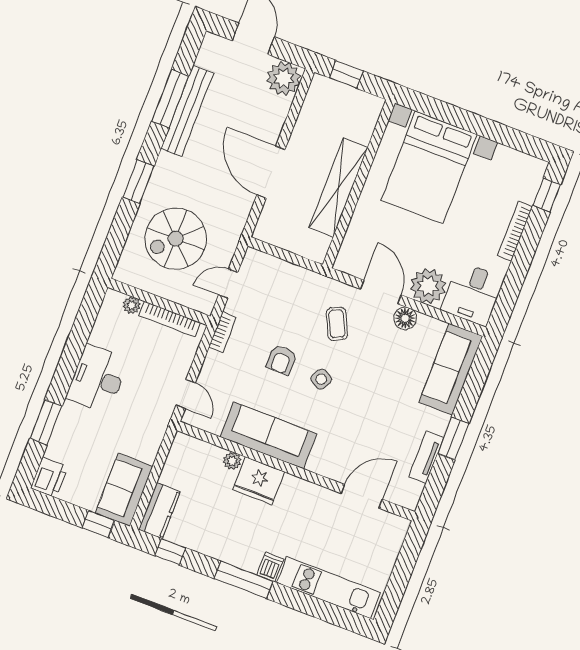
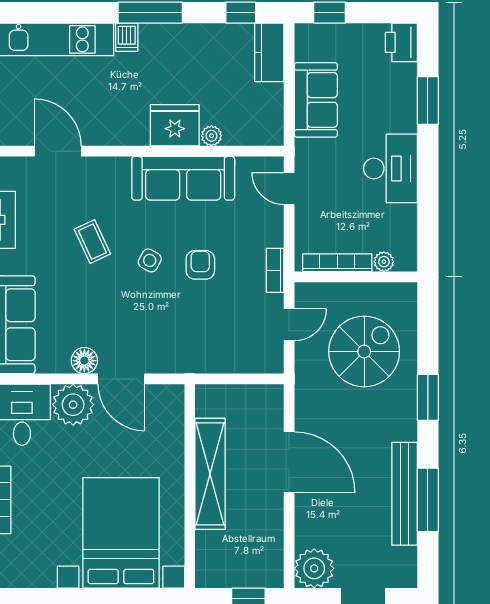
coffee table: (337, 324) -> (92, 242), moved
sofa: (124, 490) -> (316, 100), moved
door: (362, 496) -> (58, 151), swing flipped

